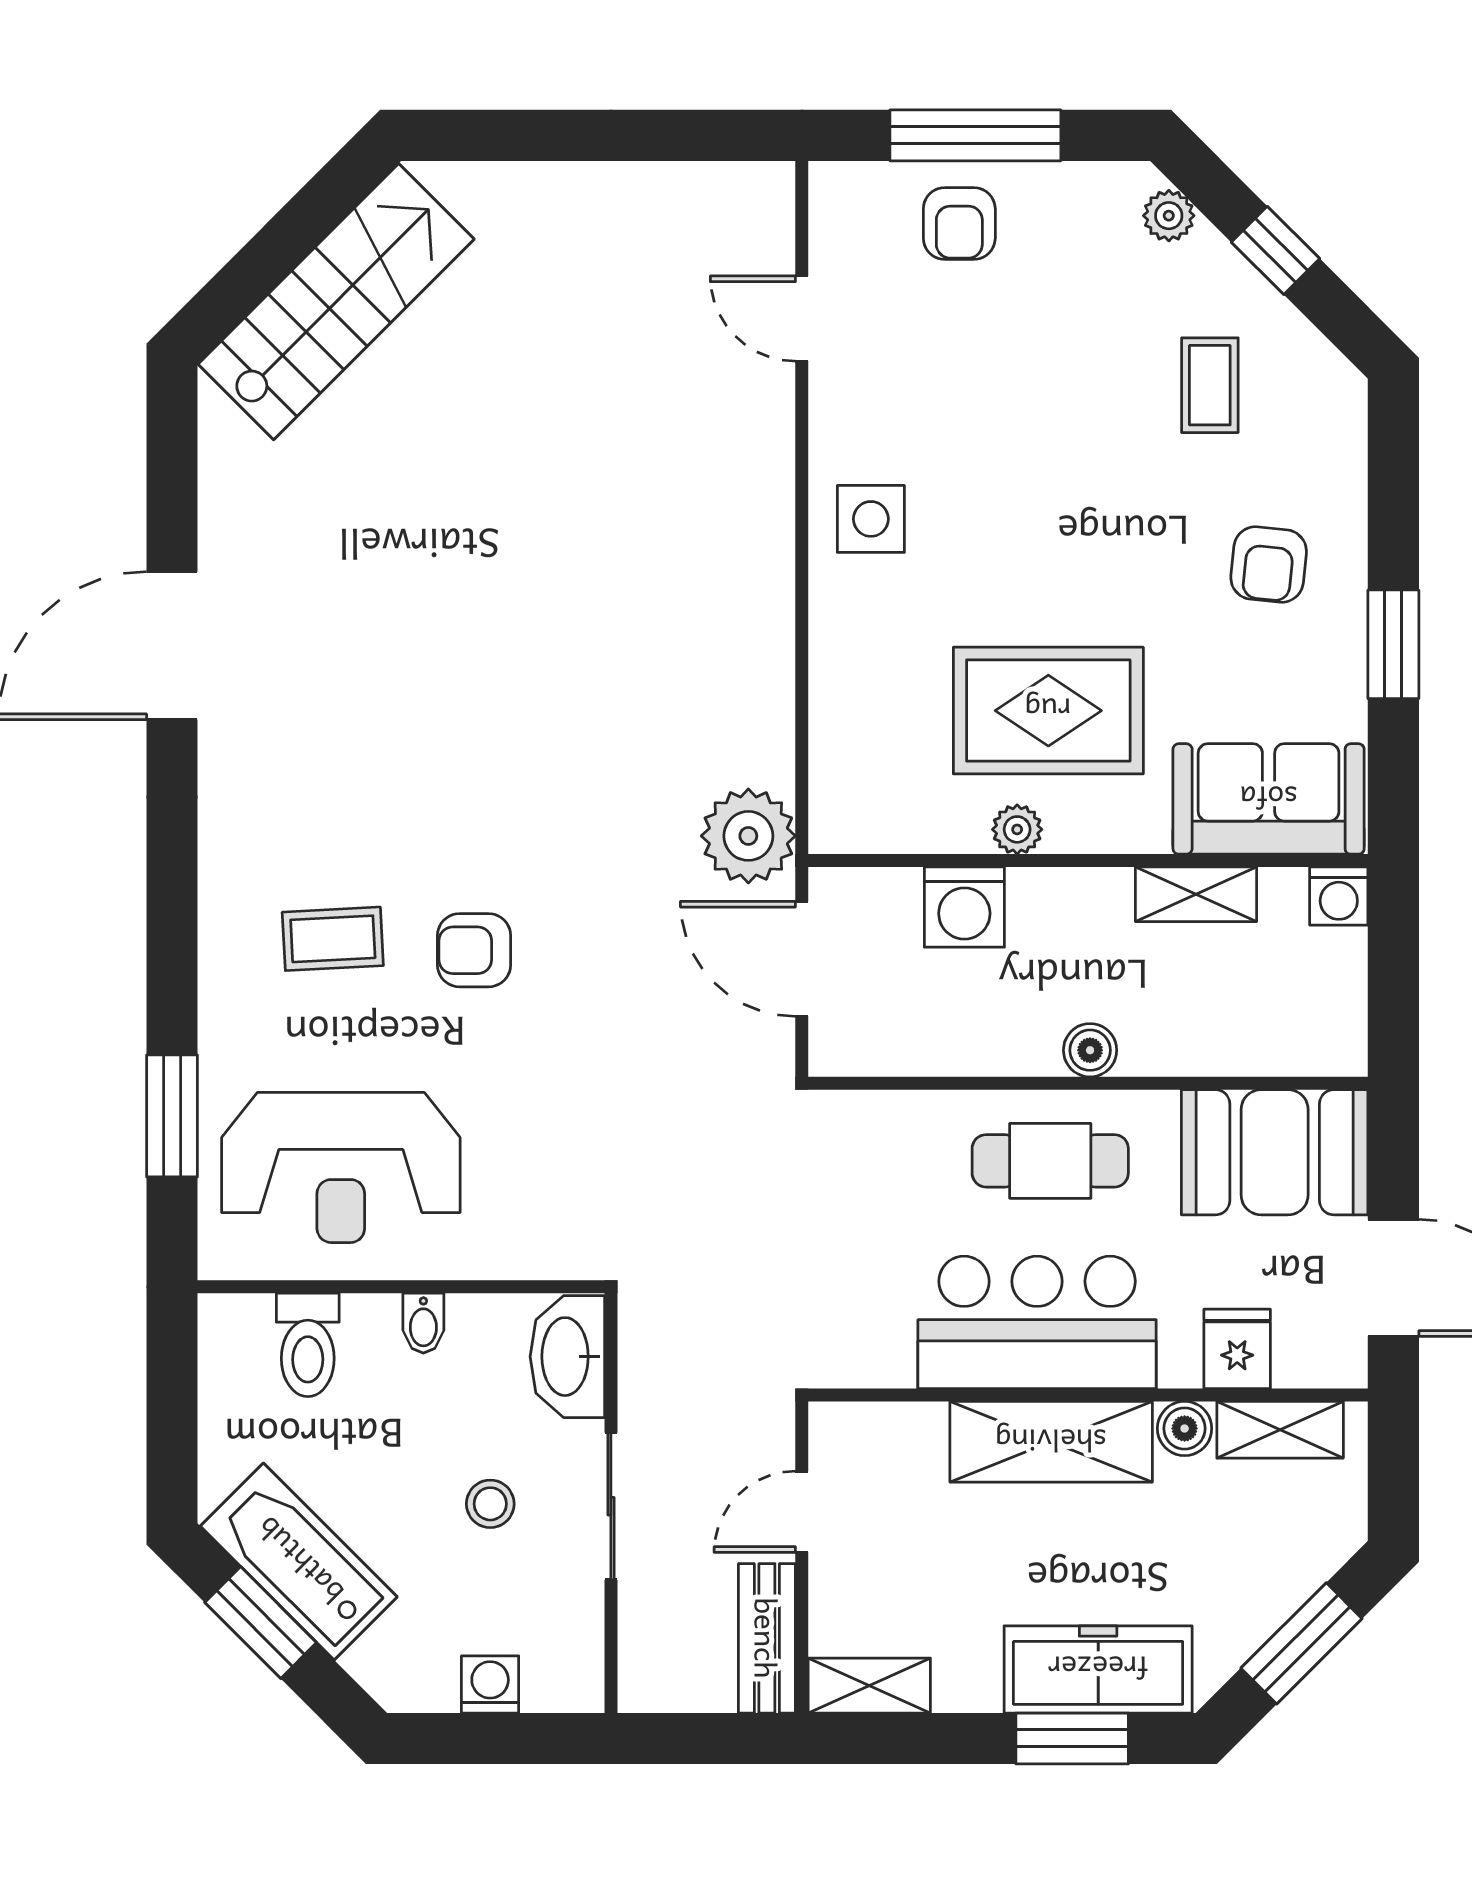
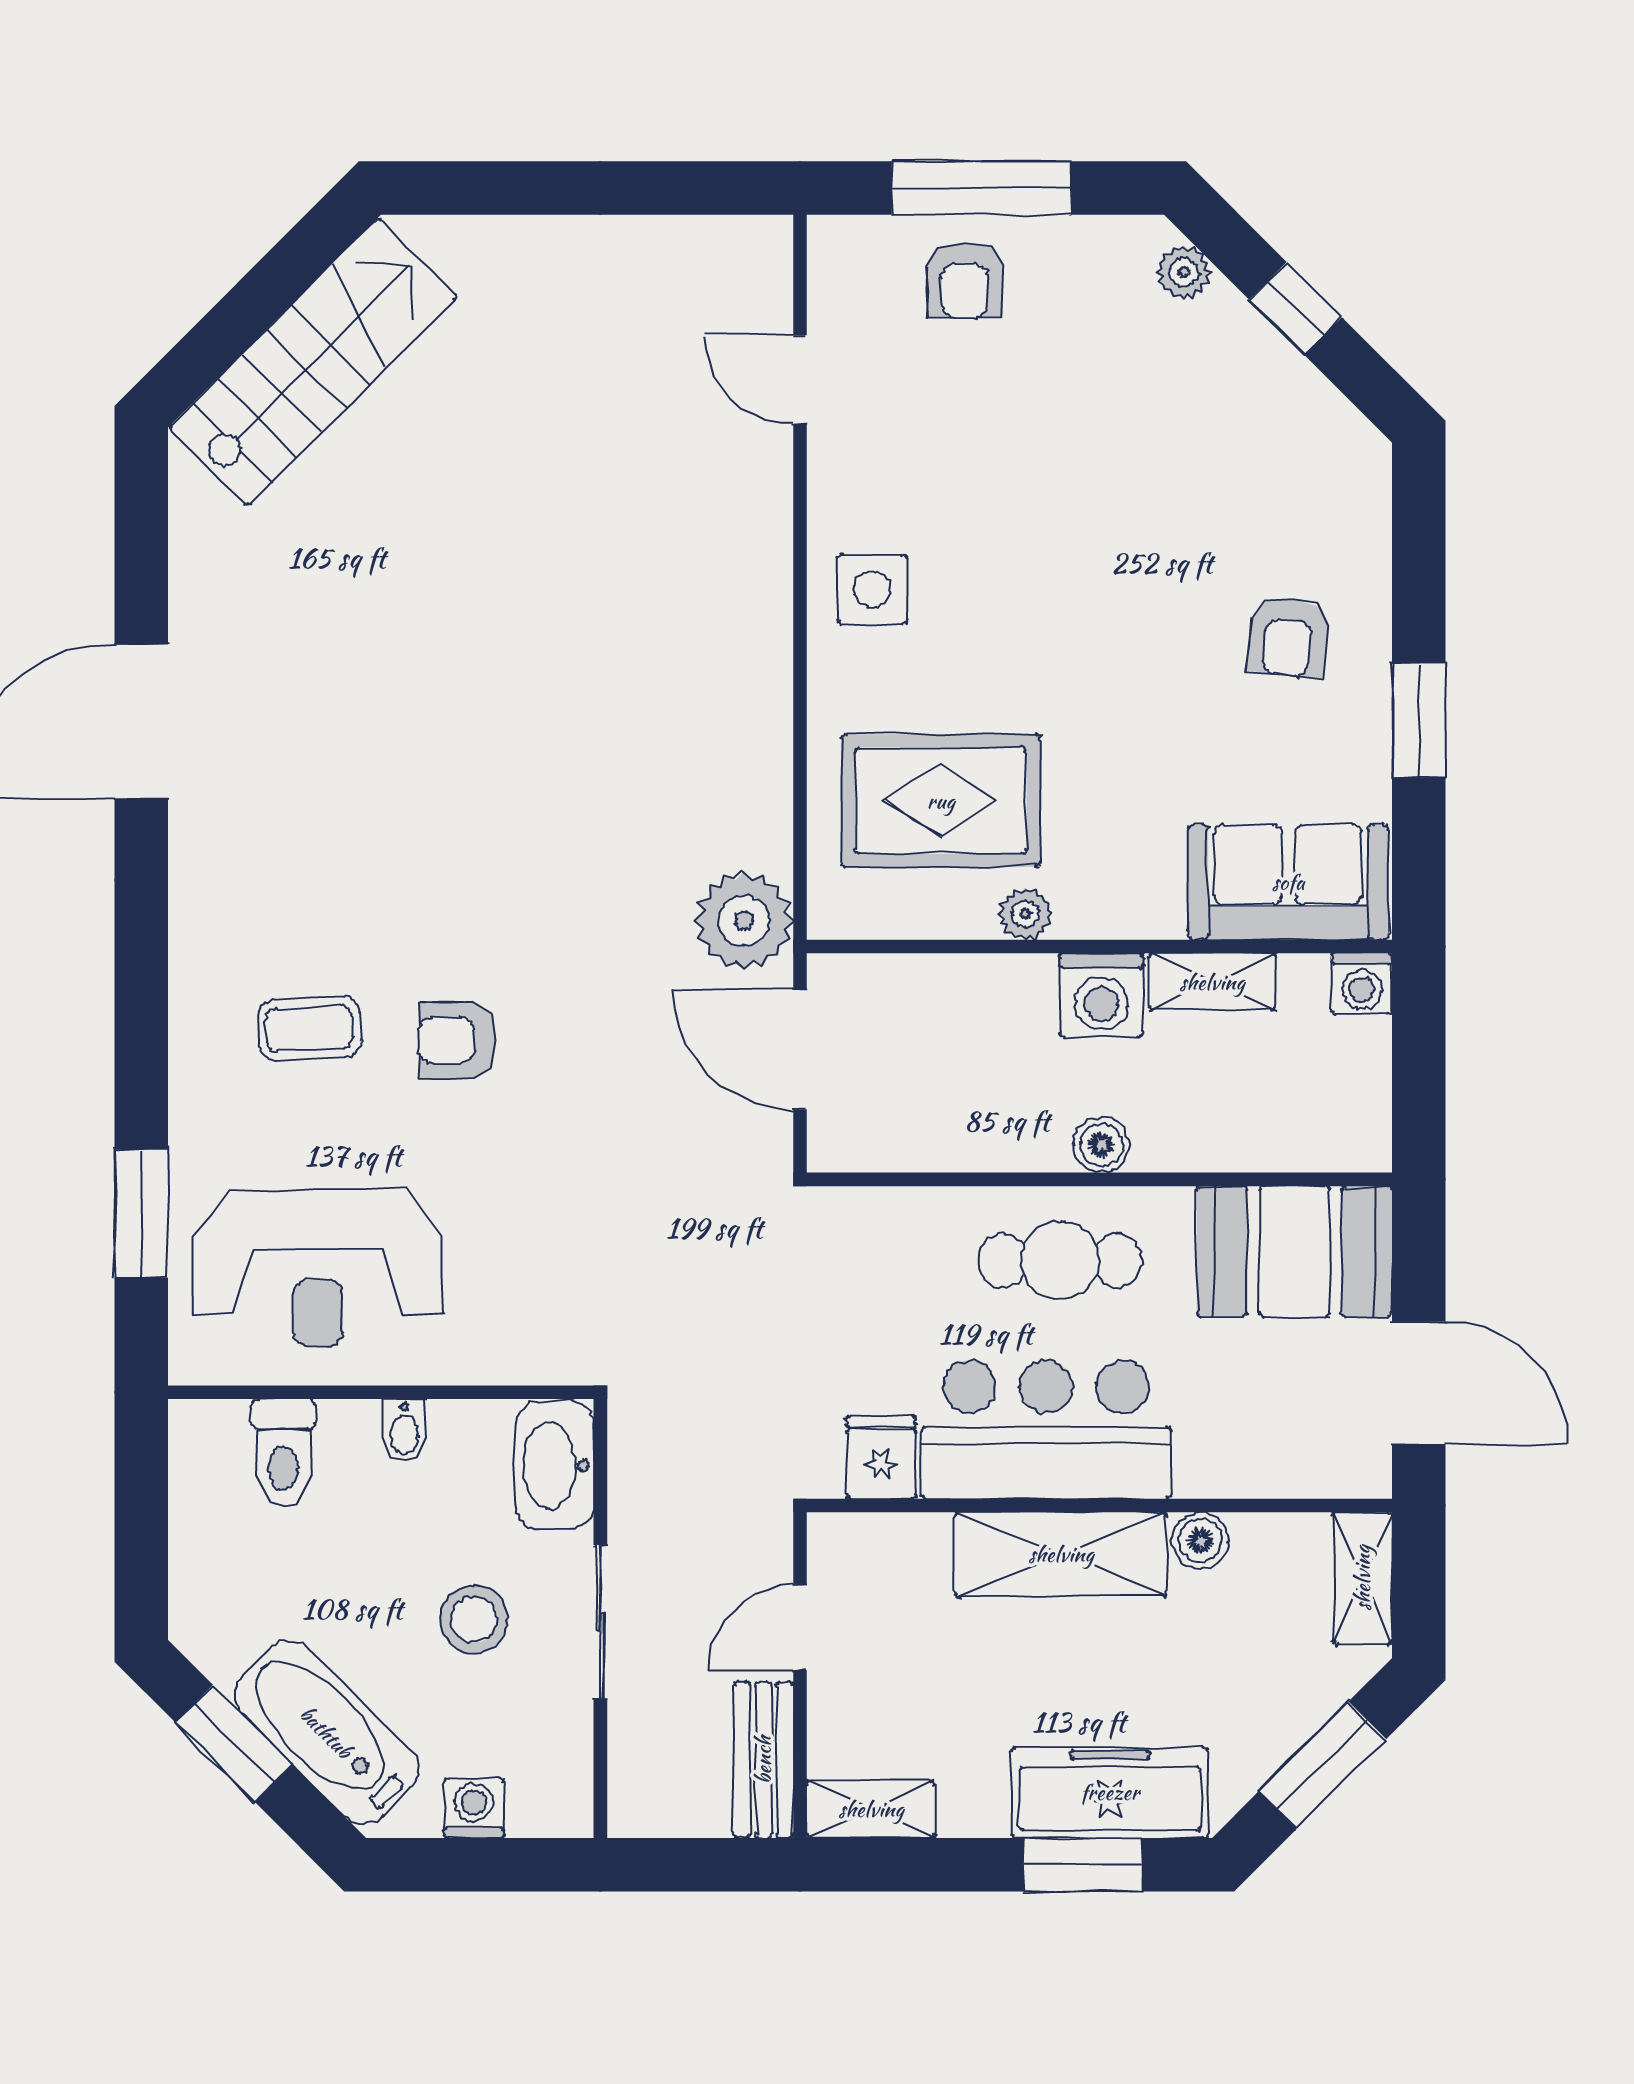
coffee table: (1210, 385) -> (1227, 449), removed
rug: (1048, 711) -> (941, 801), moved
washing machine: (964, 907) -> (1101, 995), moved
fridge: (1237, 1349) -> (881, 1457), moved
shelving: (1280, 1430) -> (1362, 1578), moved, turned 90
stool: (490, 1504) -> (474, 1619), width x1.37, depth x1.37
bathtub: (299, 1561) -> (326, 1732), moved

